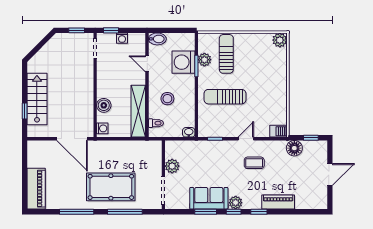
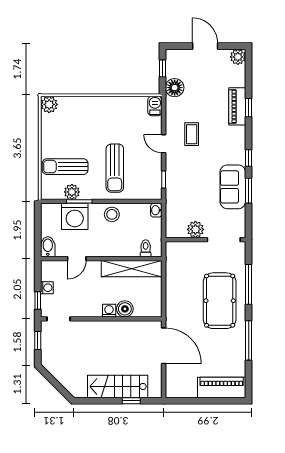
stool: (167, 99) -> (112, 214), moved
washing machine: (102, 128) -> (109, 311), moved
door: (72, 139) -> (164, 346), hinge flipped
plant: (236, 203) -> (238, 57), moved
window: (259, 212) -> (249, 108), moved

